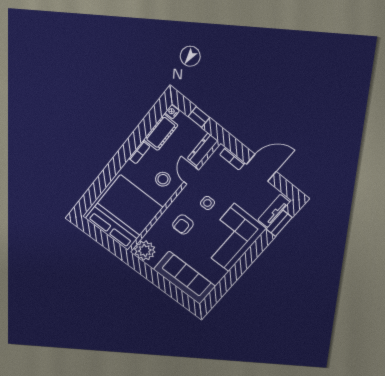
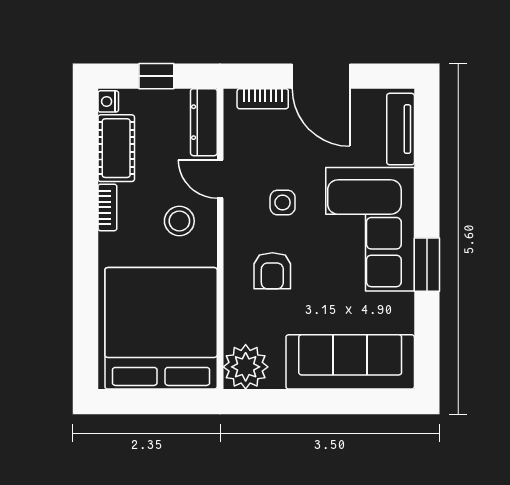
door: (261, 168) -> (321, 76), swing flipped
window: (279, 223) -> (427, 265), moved

